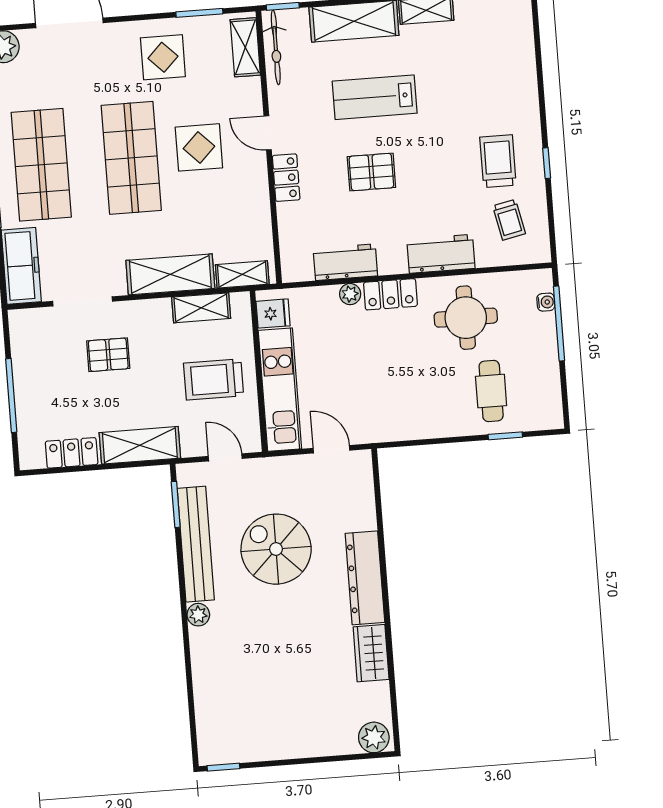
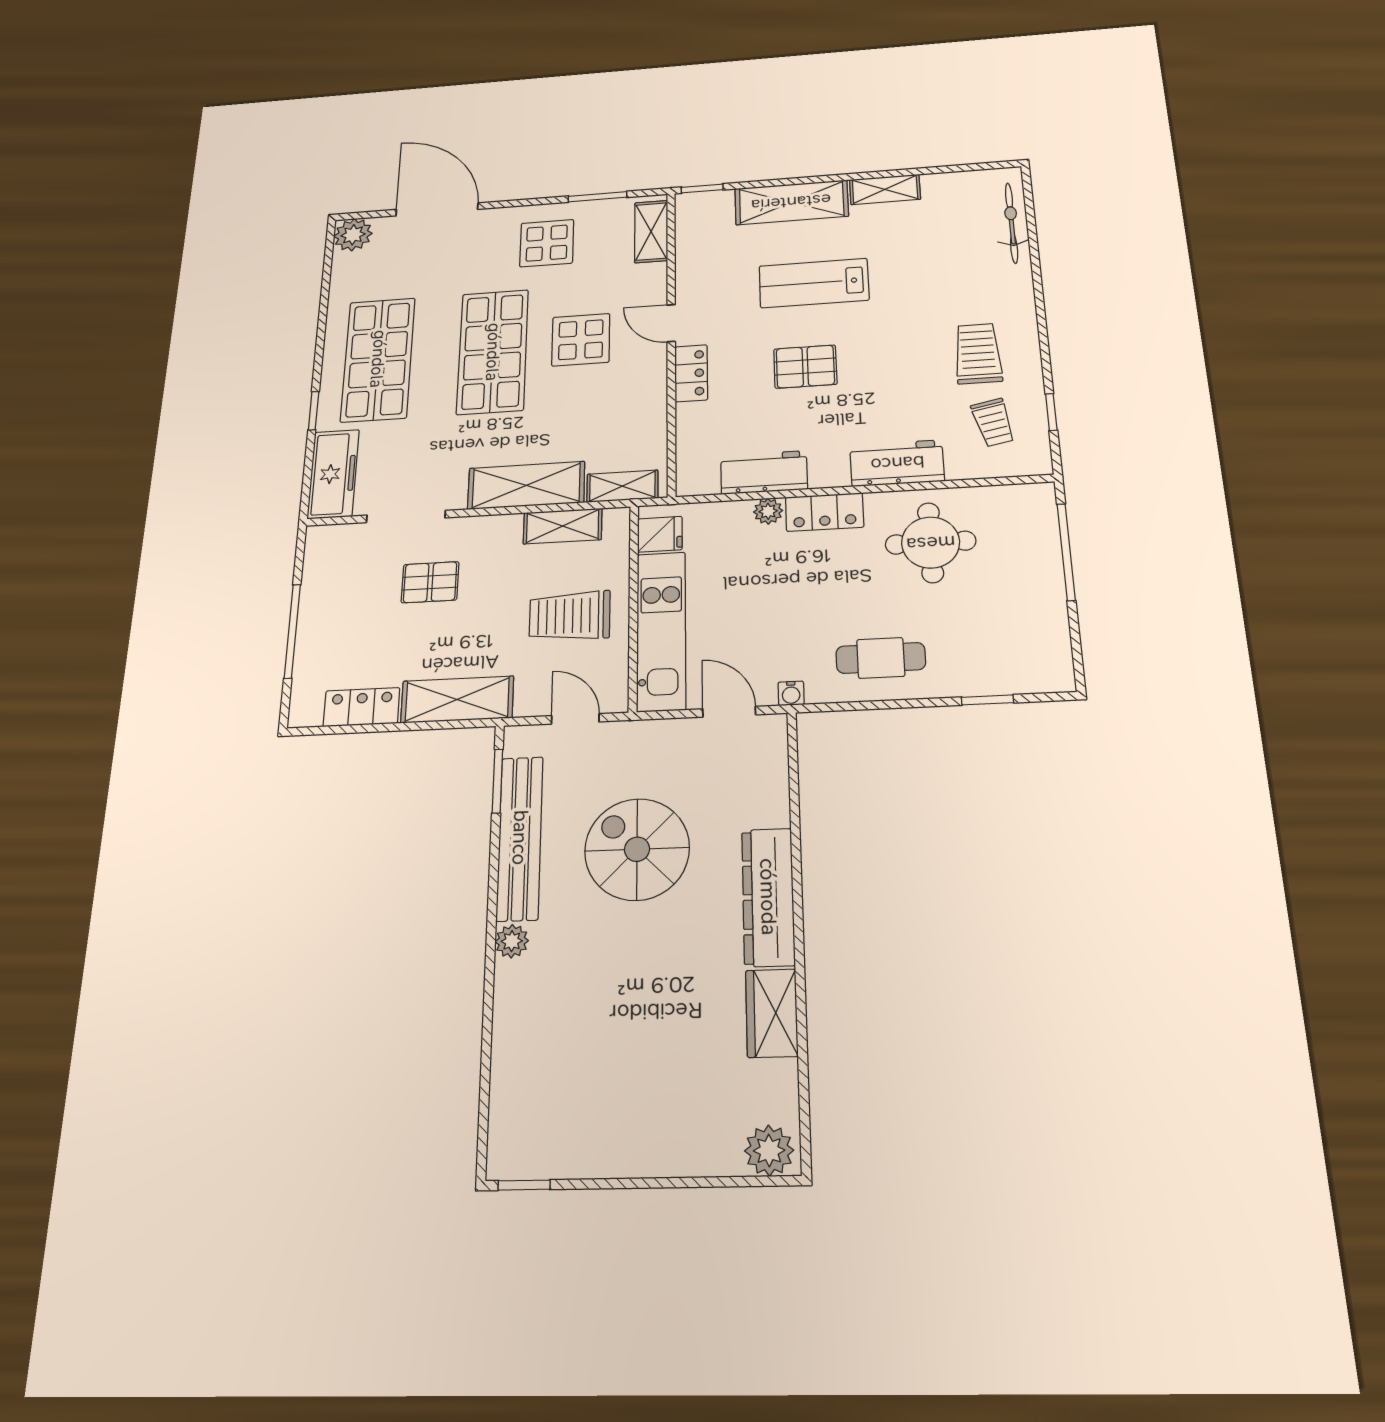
bicycle: (276, 47) -> (1012, 223), moved, turned 180
window: (547, 163) -> (1051, 412), moved
water cooler: (546, 302) -> (791, 693), moved, turned 90
cafe table: (491, 391) -> (881, 658), moved, turned 90

